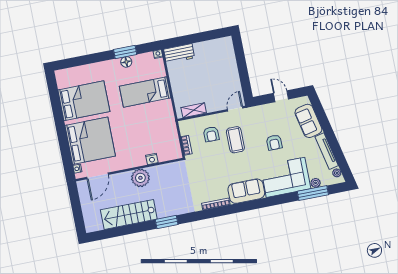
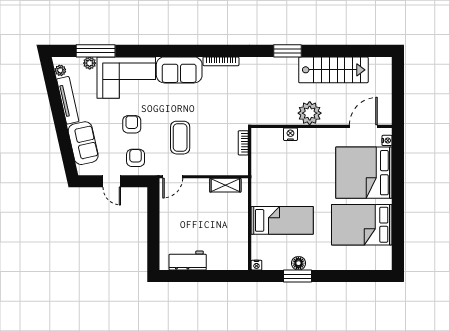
workbench: (179, 54) -> (188, 261), moved
armchair: (211, 134) -> (136, 158), moved

